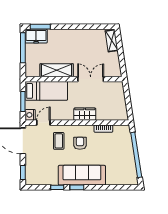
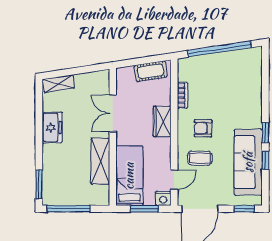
freezer: (36, 36) -> (52, 128), moved
cot: (120, 106) -> (151, 71), added
door: (43, 123) -> (174, 180), swing flipped
sofa: (82, 175) -> (248, 162), moved

